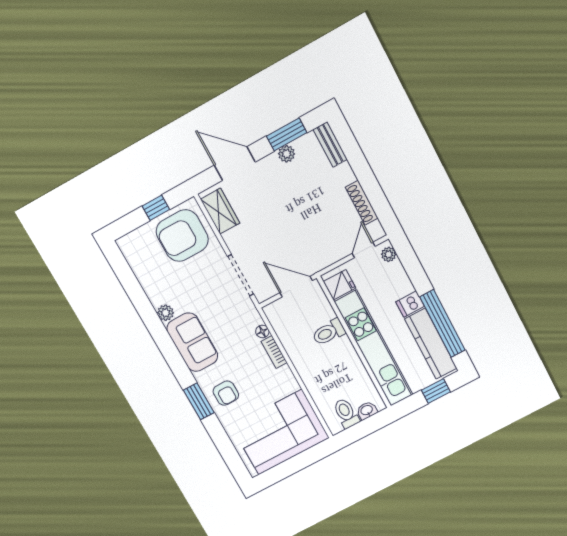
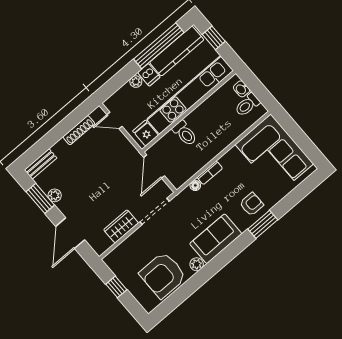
wardrobe: (220, 211) -> (121, 226), moved
armchair: (182, 236) -> (163, 275), moved, turned 90
plant: (389, 254) -> (136, 82), moved

